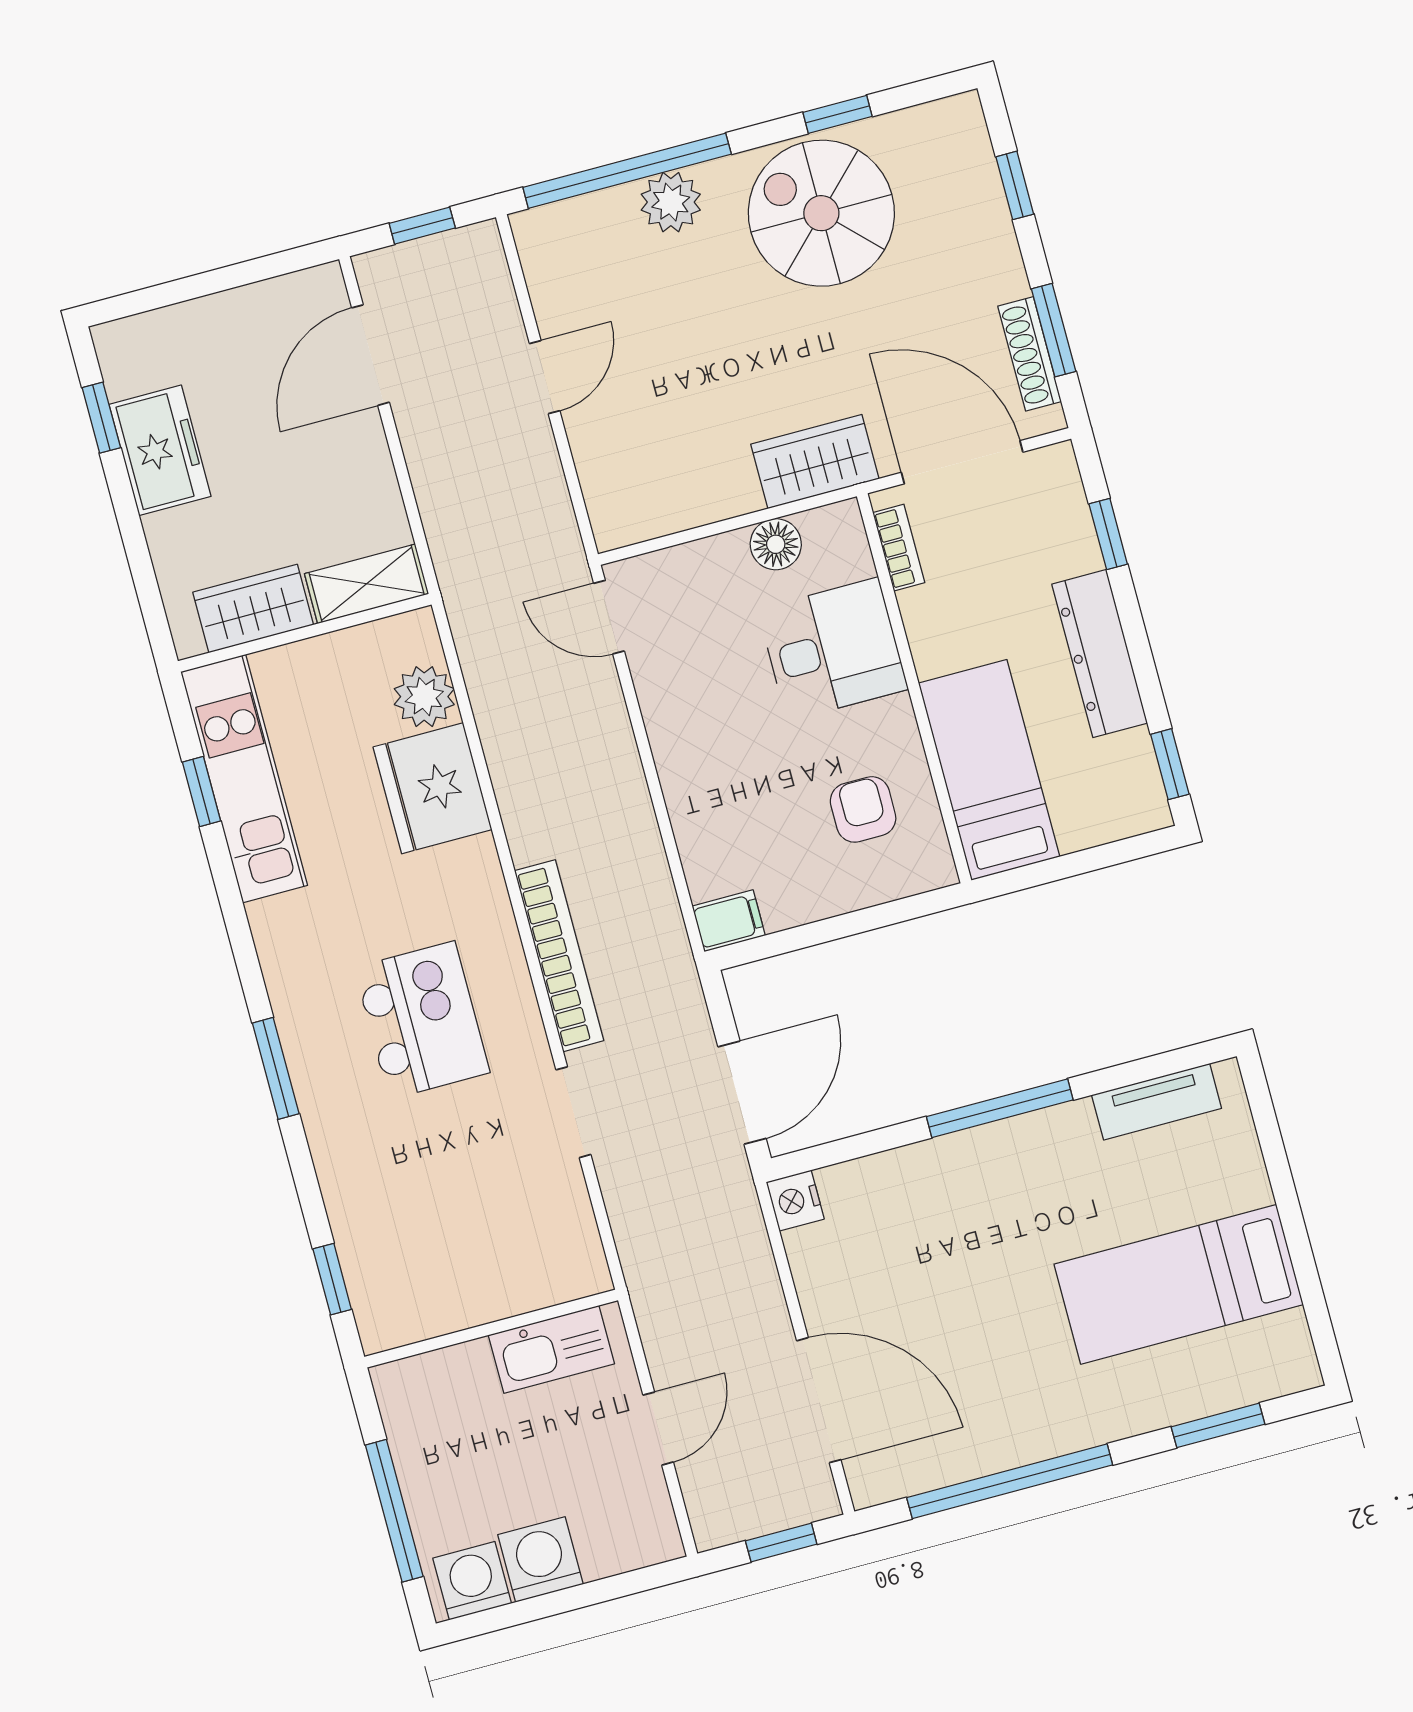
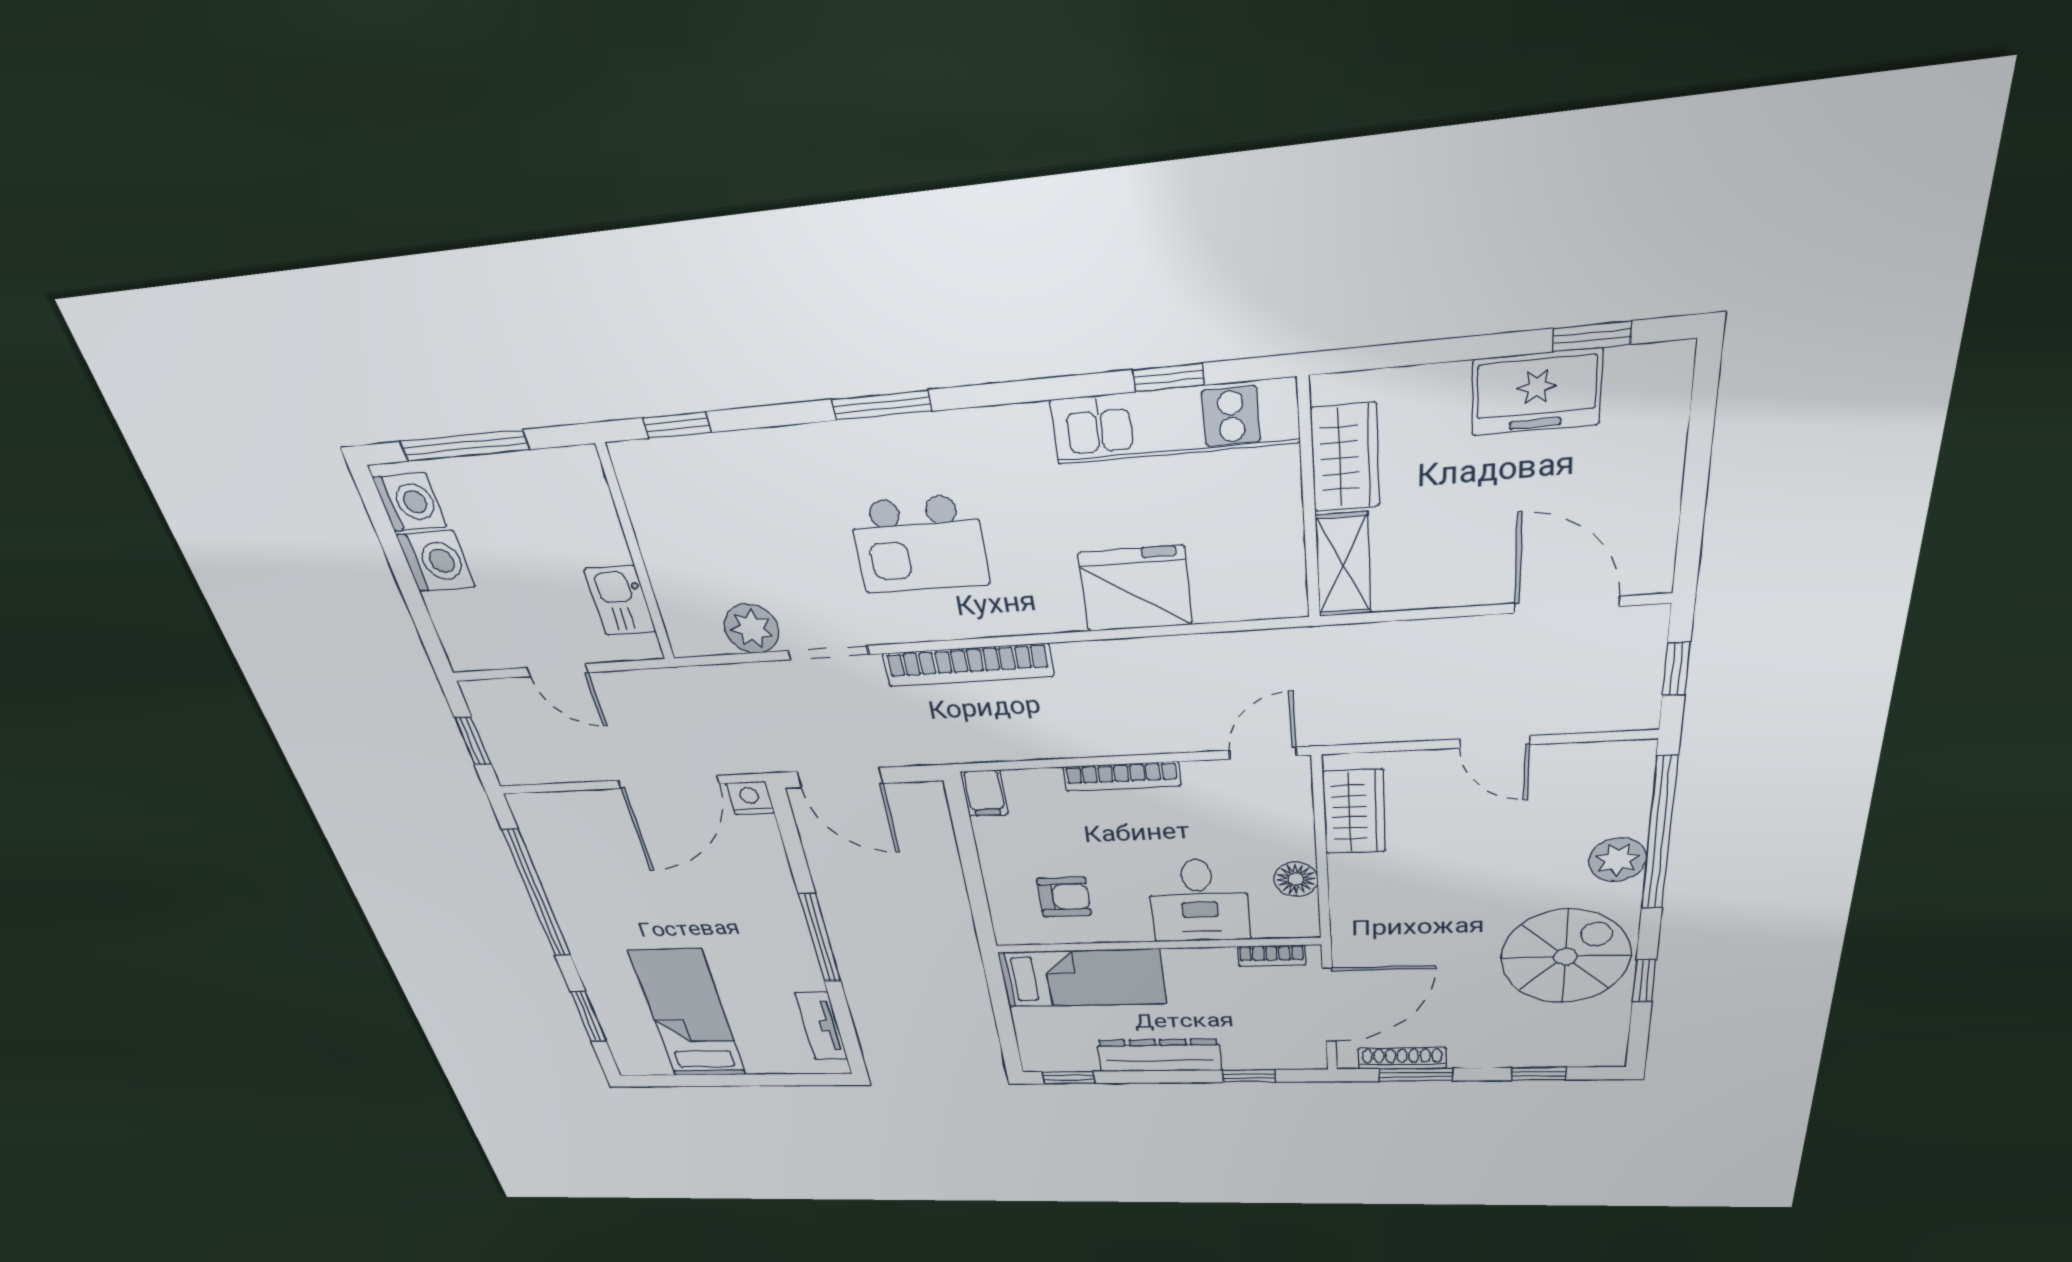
wardrobe: (815, 462) -> (1354, 812), moved
plant: (424, 697) -> (752, 629), moved
bookcase: (672, 767) -> (1122, 776), added
kitchen sink: (551, 1349) -> (620, 601), width x0.73
door: (819, 1400) -> (668, 782), moved

